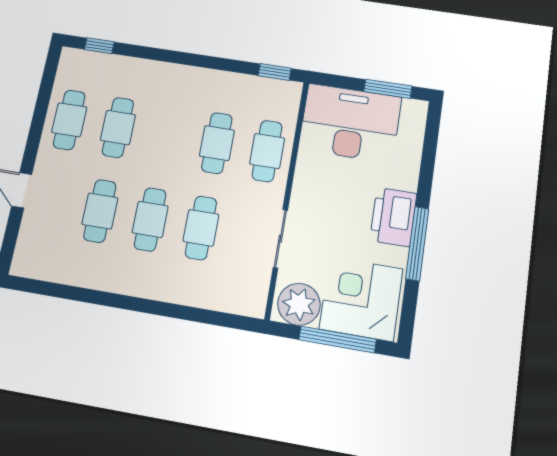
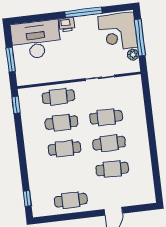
window: (388, 89) -> (11, 60), moved
desk: (350, 123) -> (36, 40), moved, turned 90
cafe table: (118, 127) -> (65, 148), moved
printer: (393, 217) -> (67, 25), width x0.53, depth x0.68
plant: (299, 304) -> (133, 55), width x0.53, depth x0.53

